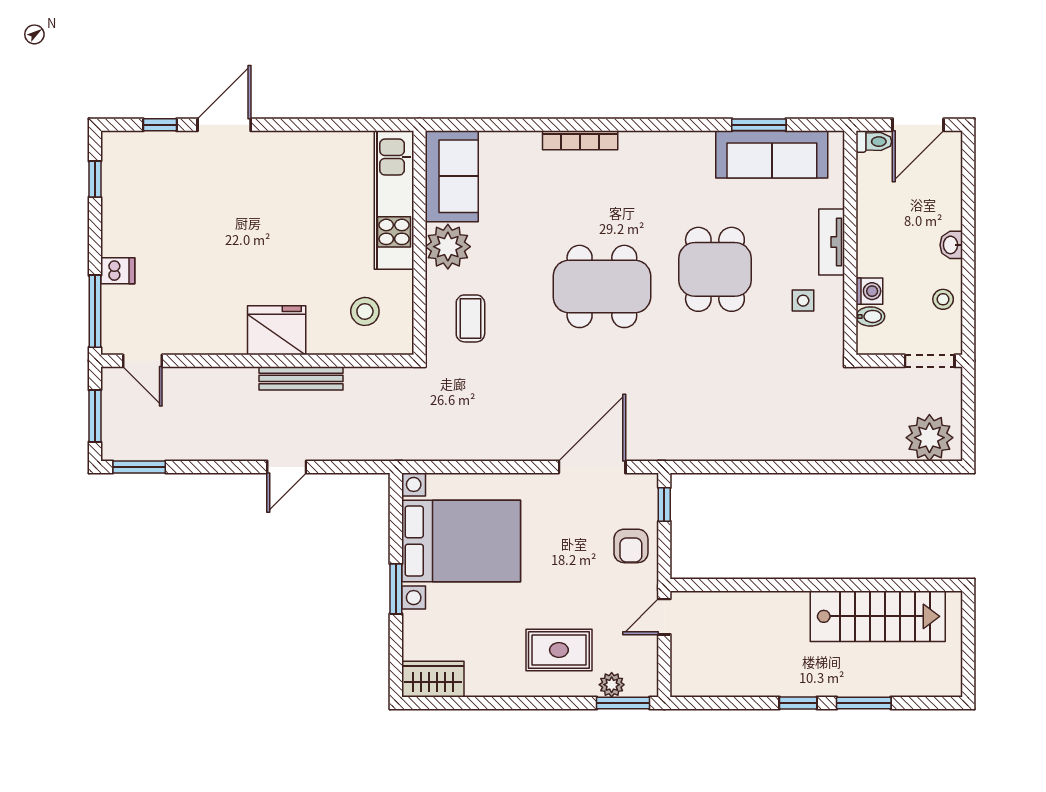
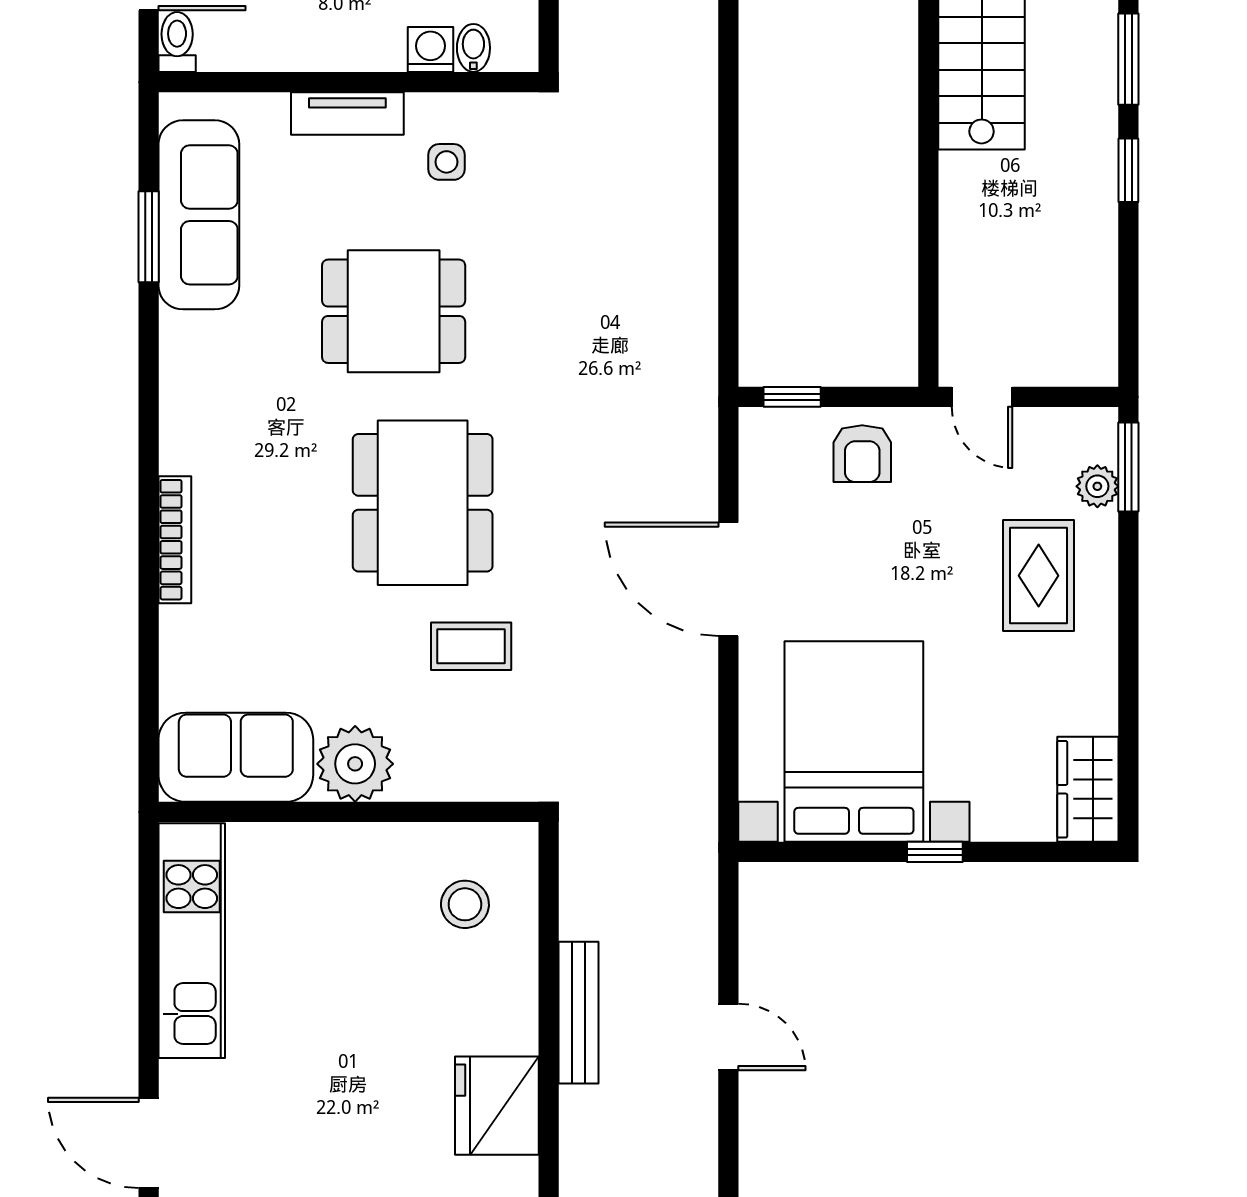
kitchen unit: (394, 200) -> (192, 941), moved, turned -90
coffee table: (470, 318) -> (471, 646), moved
fridge: (277, 330) -> (497, 1106), moved
door: (592, 467) -> (728, 579), moved
armchair: (631, 546) -> (862, 454), turned 90
window: (396, 589) -> (935, 852), width x0.67

